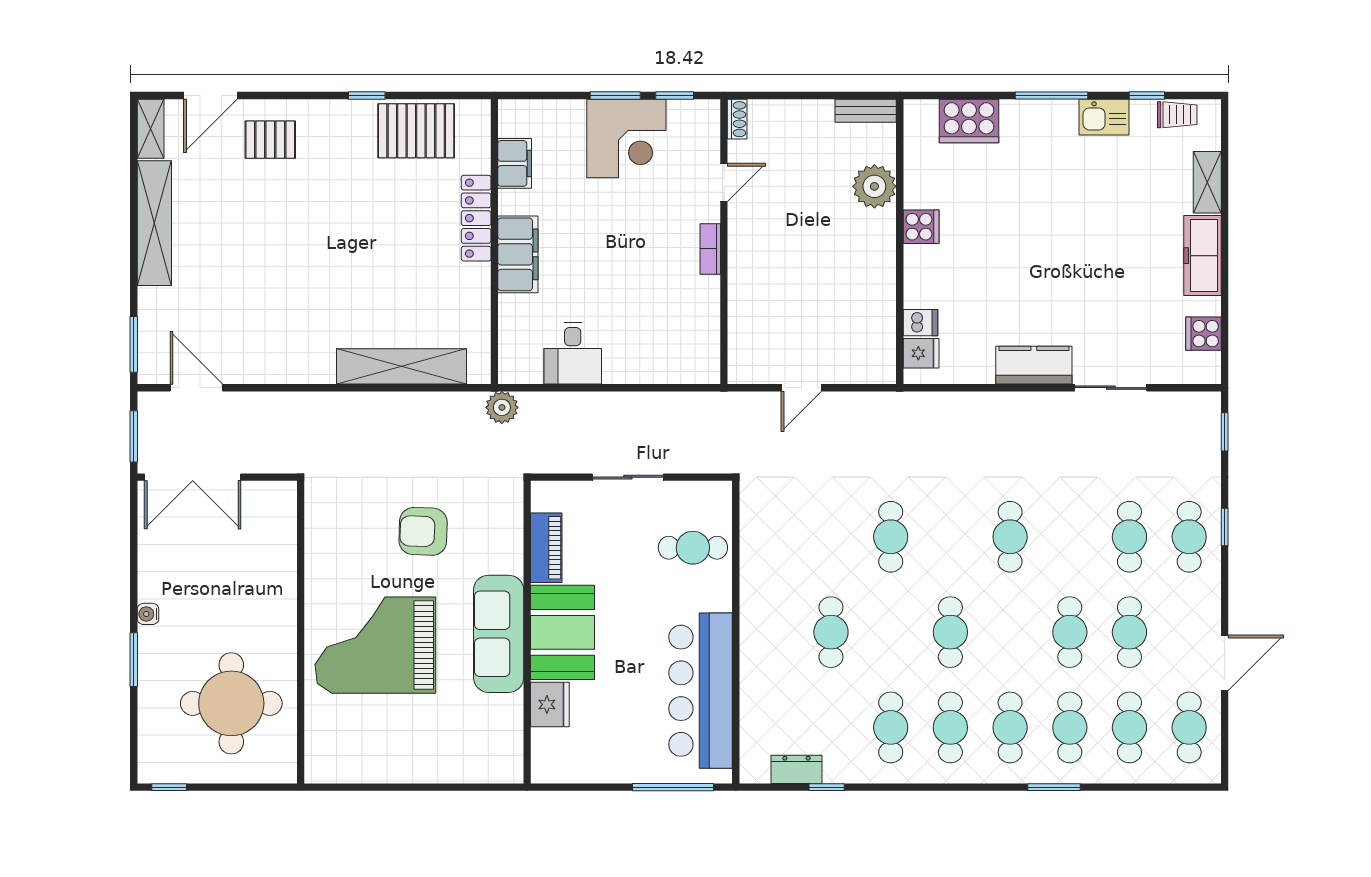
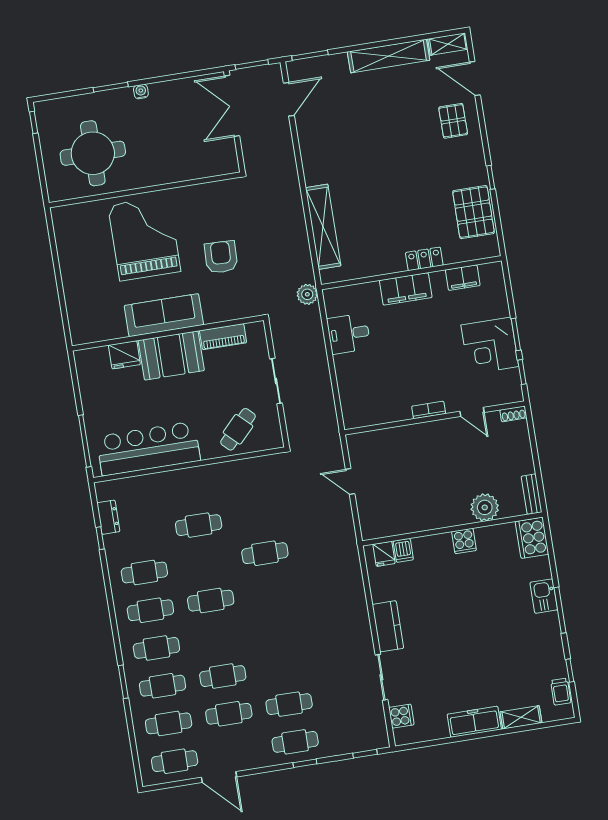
kitchen sink: (1104, 117) -> (544, 596), moved
cooker: (969, 121) -> (532, 538), moved
locker: (476, 218) -> (424, 259), width x0.66
cooker: (1204, 334) -> (401, 716), moved, turned 90
cafe table: (1010, 537) -> (277, 629), removed
cafe table: (693, 548) -> (238, 429), turned 44

